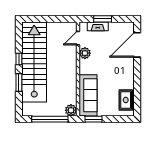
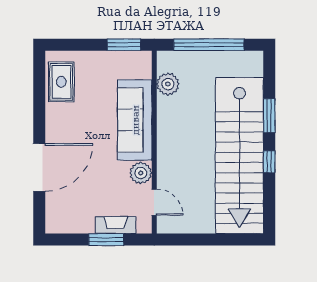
door: (78, 38) -> (154, 202), hinge flipped
door: (137, 45) -> (39, 167), moved
sofa: (88, 95) -> (135, 120), moved
plant: (71, 110) -> (168, 84), moved

